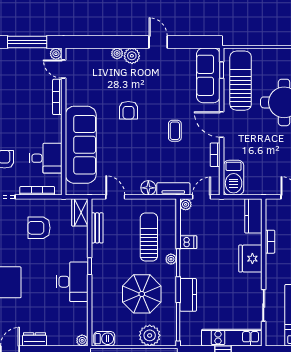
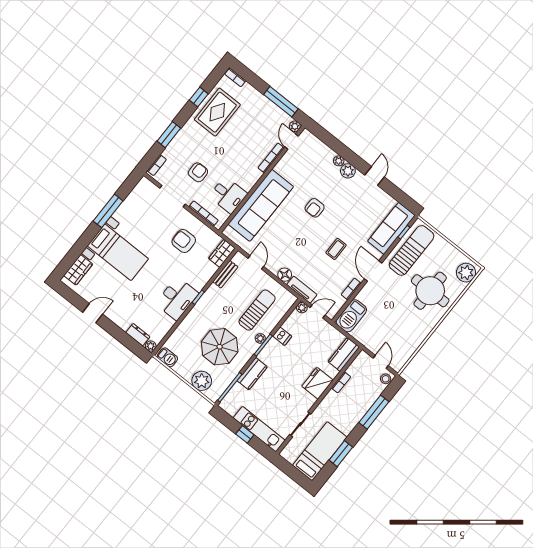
dresser: (34, 339) -> (138, 335), moved

